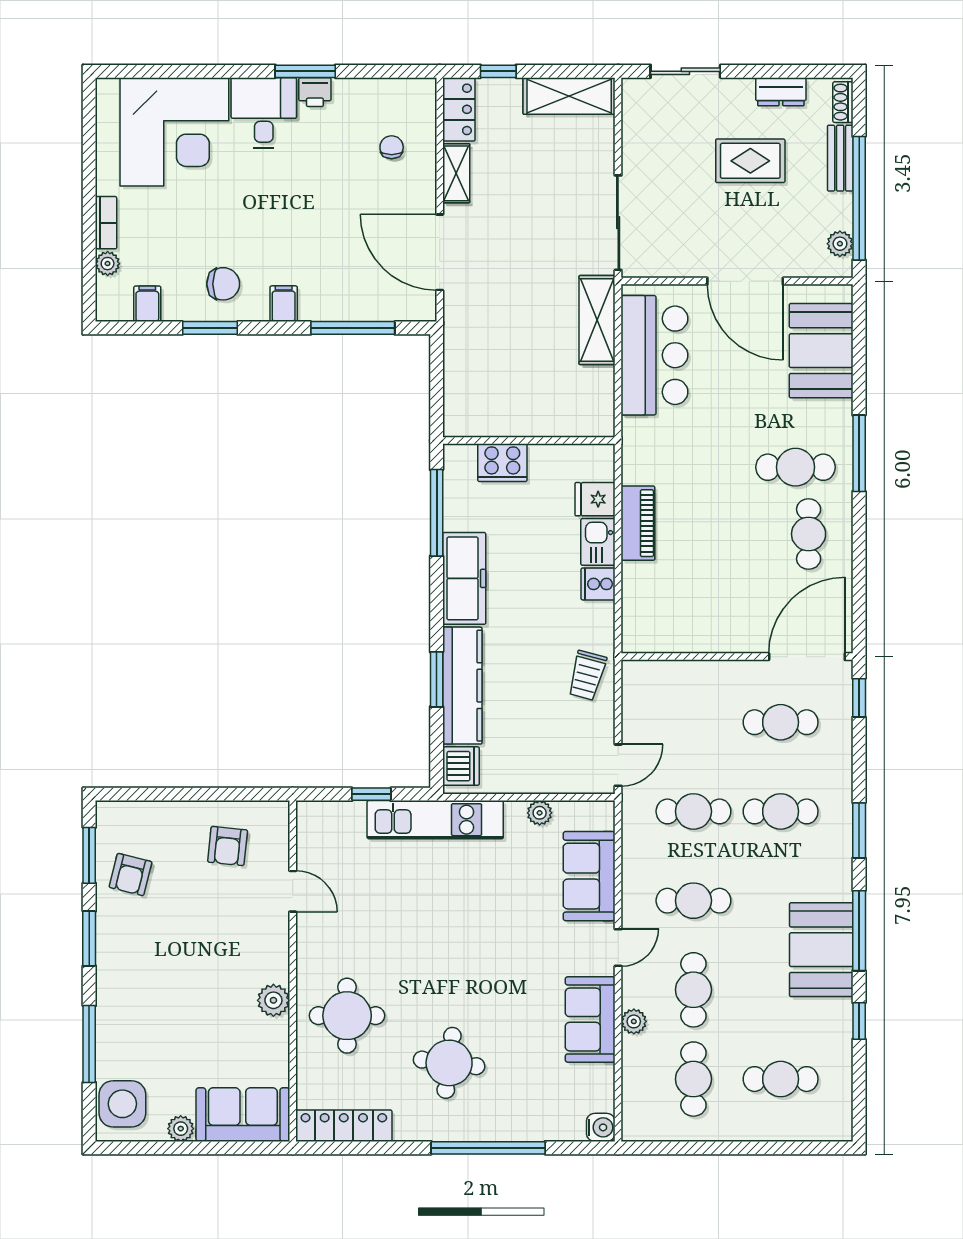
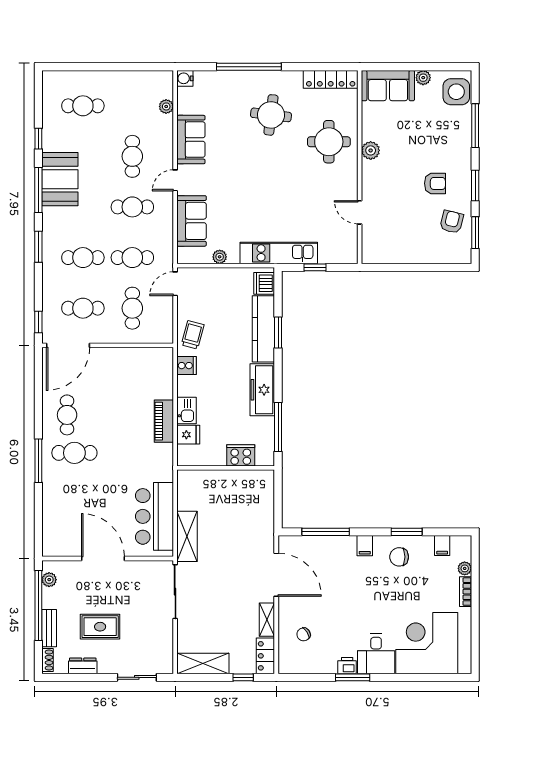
chair: (392, 147) -> (304, 634), turned 56
booth: (821, 351) -> (60, 519), removed
cooker: (598, 584) -> (186, 366), moved
armchair: (228, 846) -> (435, 183), moved, turned 84
plant: (634, 1021) -> (166, 106), moved
cafe table: (693, 1079) -> (132, 308), moved

